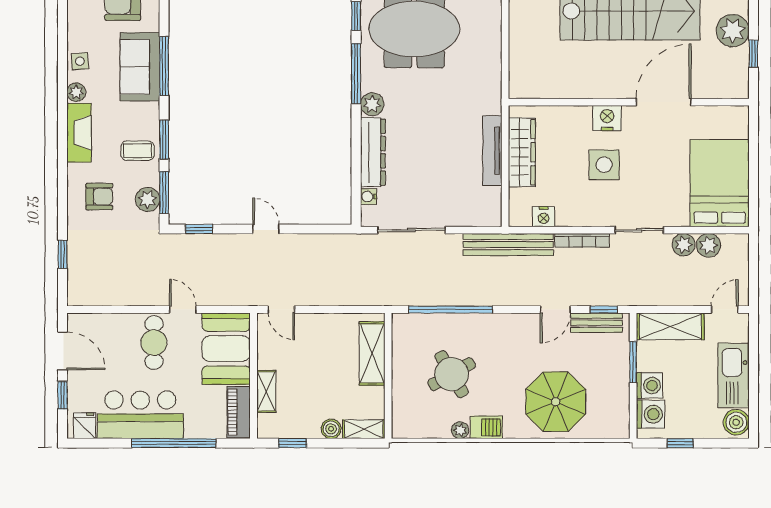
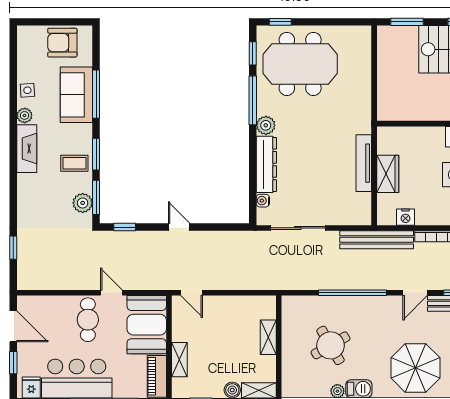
wardrobe: (522, 152) -> (388, 174), width x0.67
armchair: (99, 197) -> (43, 201), removed
window: (451, 310) -> (353, 293), moved
shelving: (372, 353) -> (268, 337), width x0.67, depth x0.75

